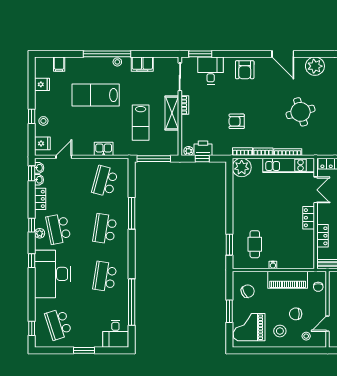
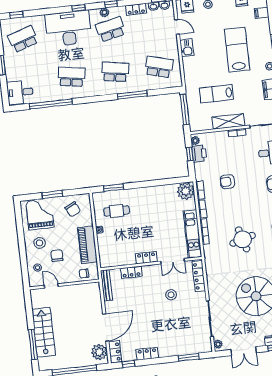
armchair: (237, 121) -> (227, 182), turned -90
kitchen sink: (104, 149) -> (187, 48), moved

